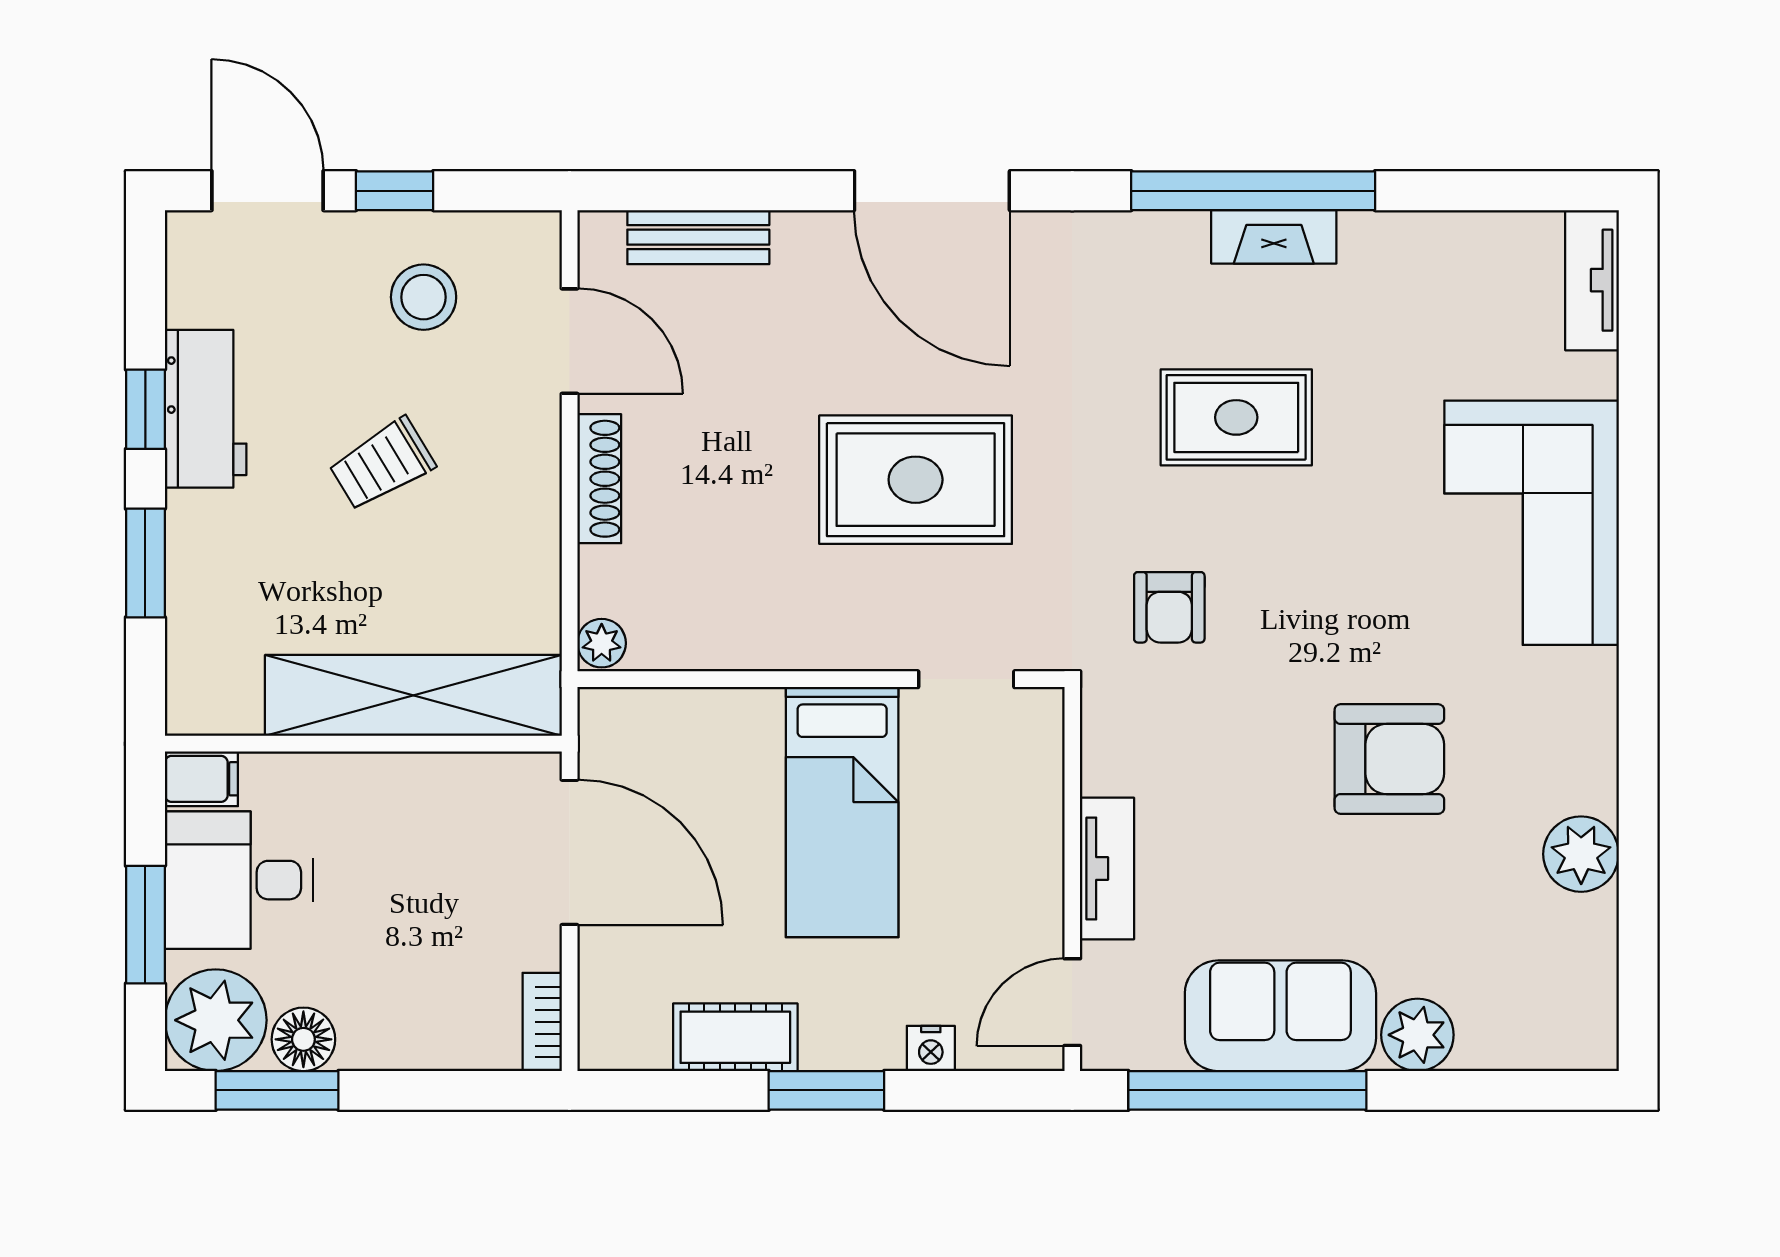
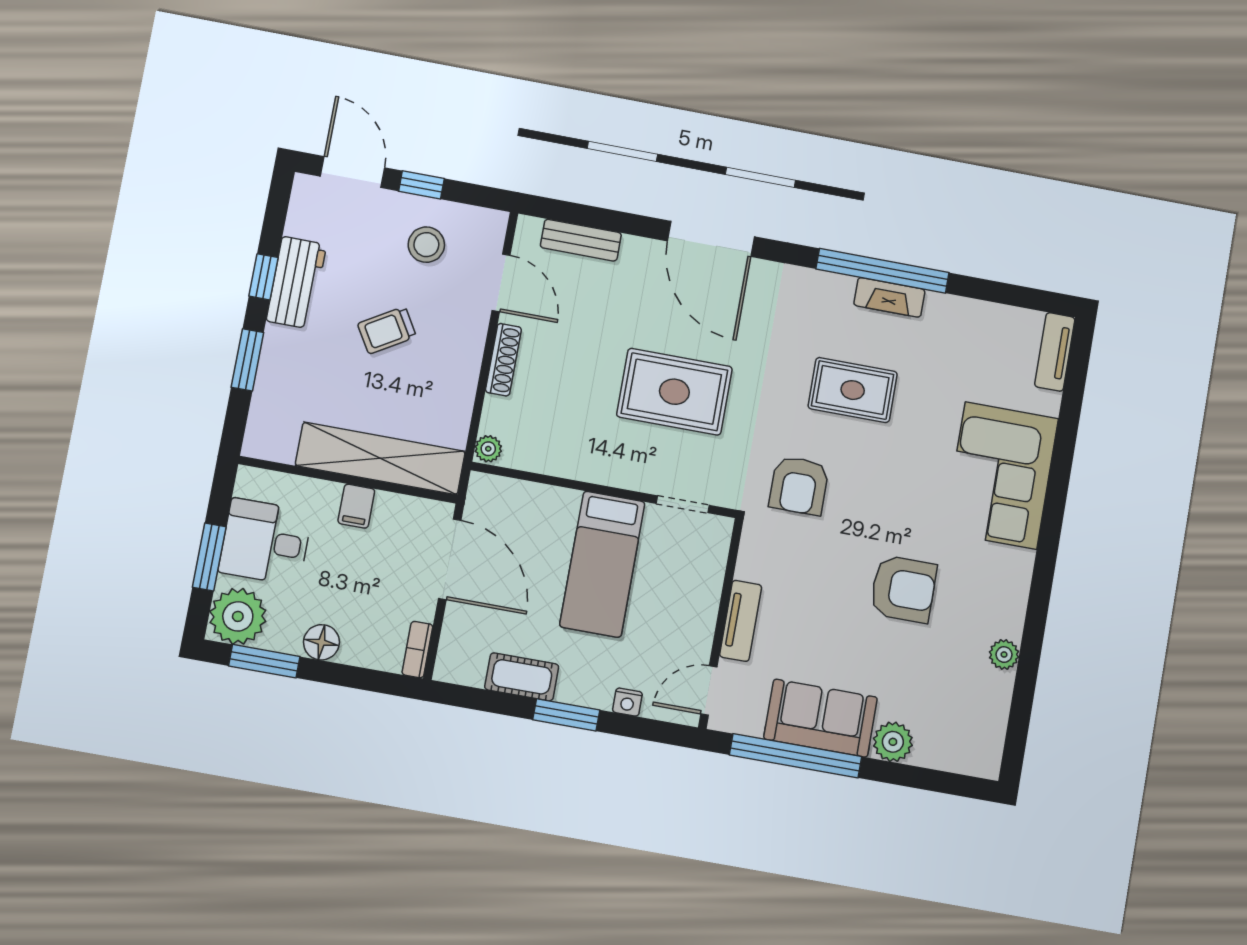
armchair: (1169, 607) -> (799, 485), width x1.38, depth x1.38
filing cabinet: (201, 779) -> (356, 506), moved, turned 90
plant: (1581, 854) -> (1004, 655), width x0.73, depth x0.73
floor lamp: (303, 1039) -> (321, 642), moved

